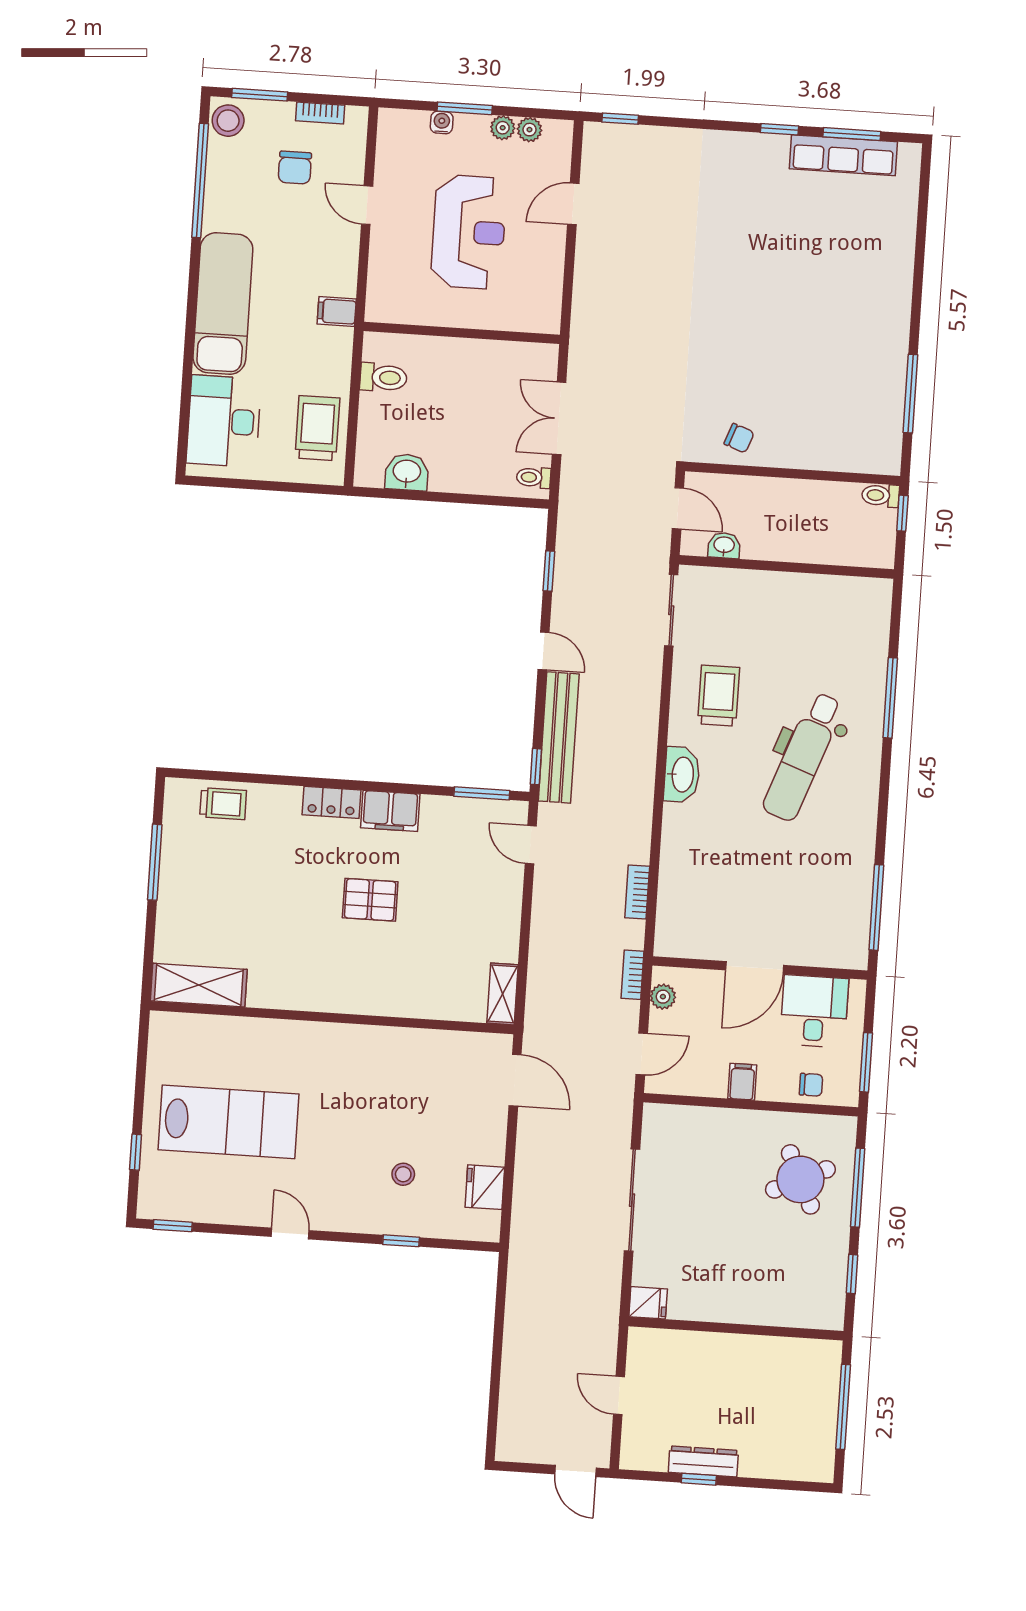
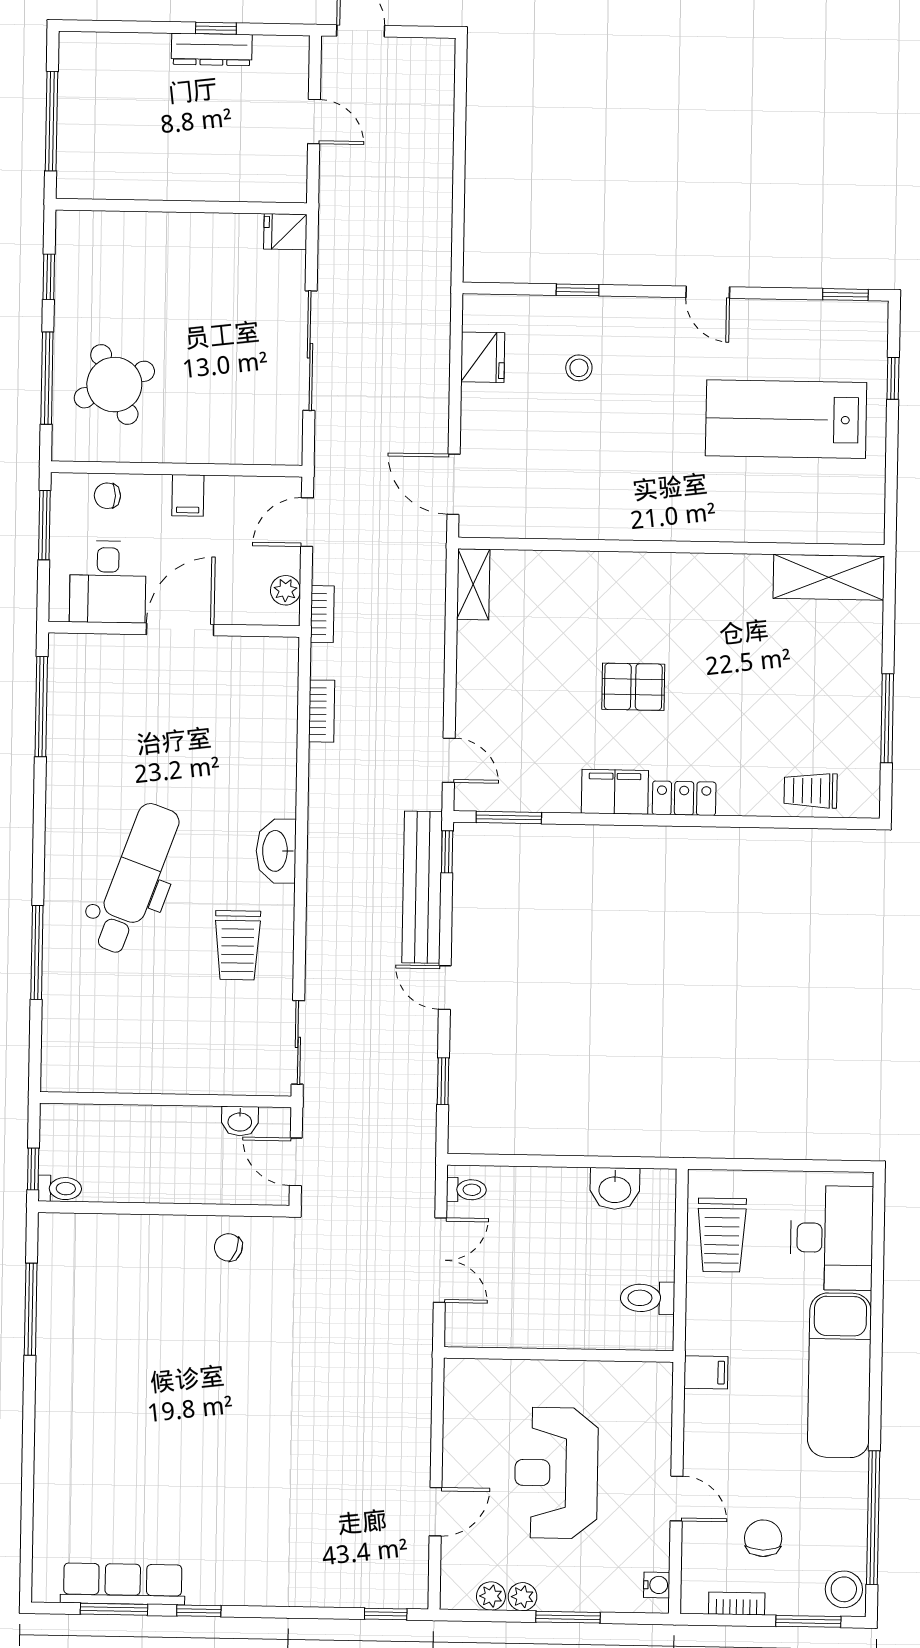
water cooler: (442, 122) -> (657, 1585), moved, turned -90

